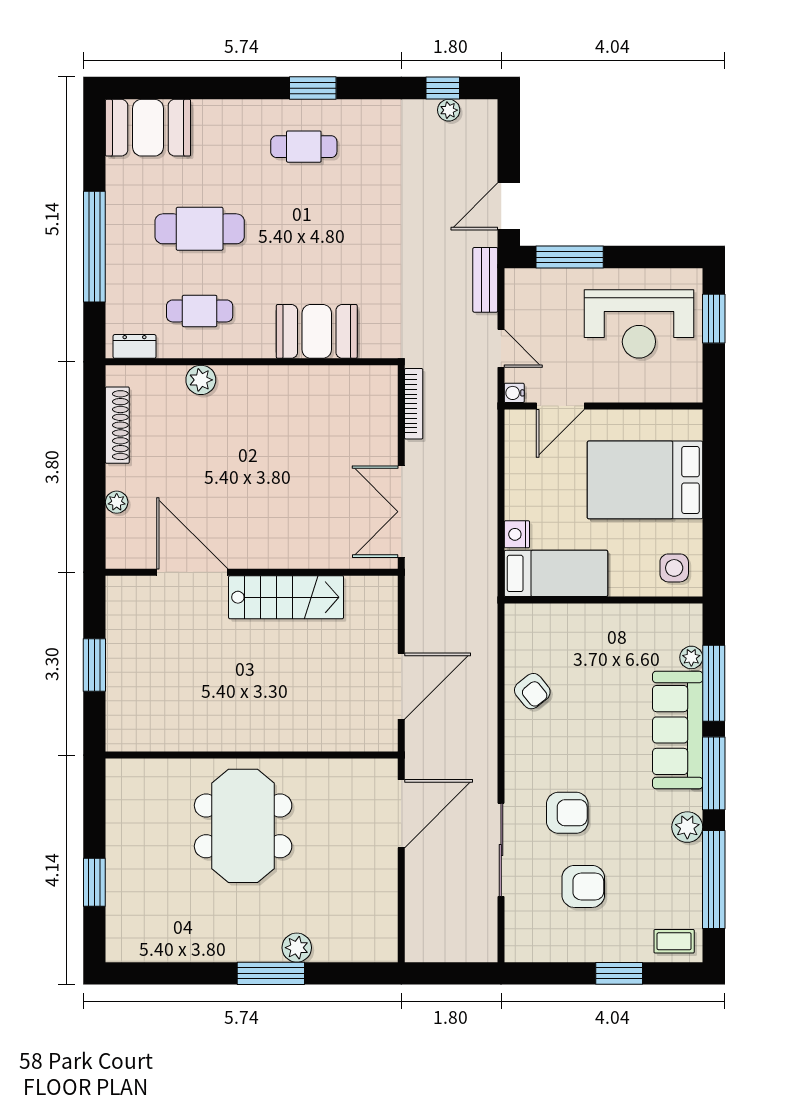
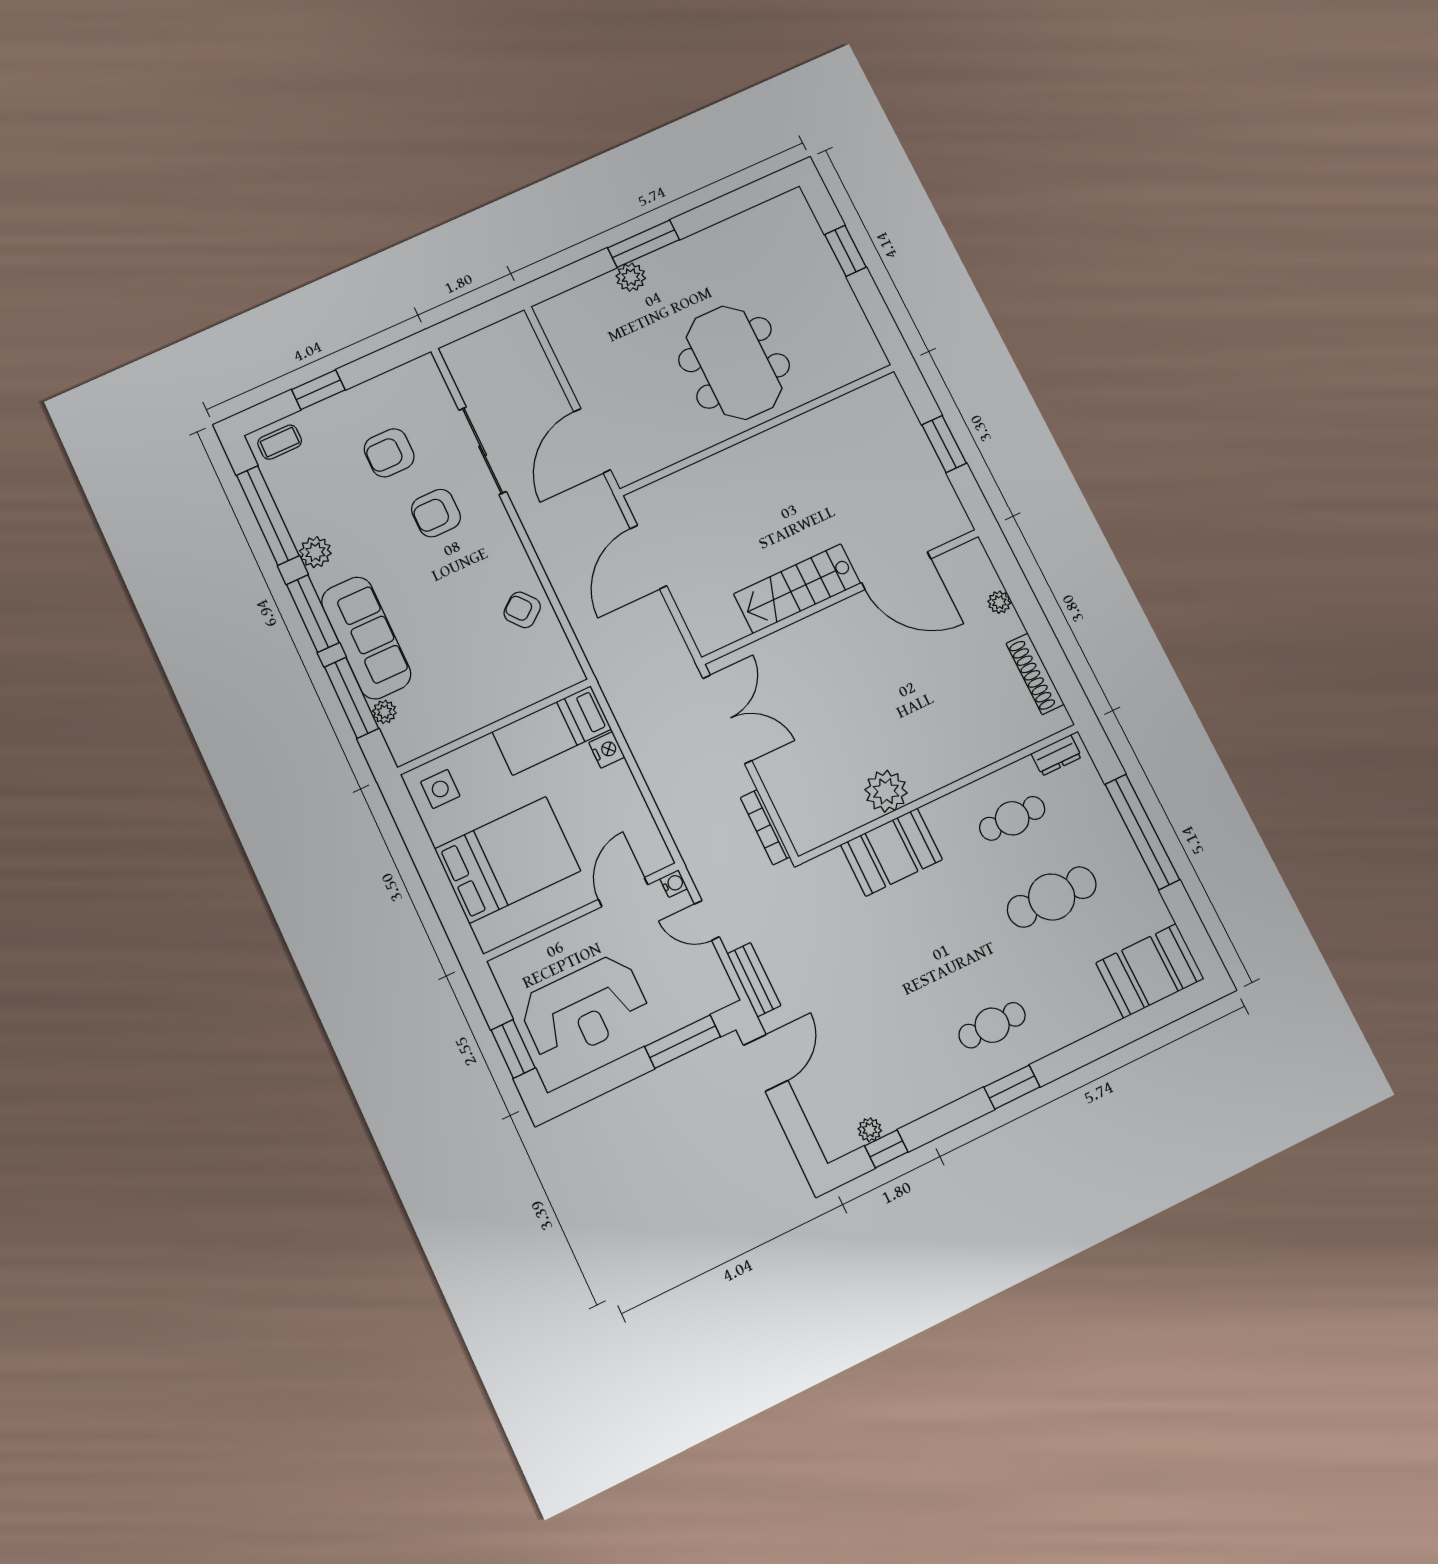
reception desk: (639, 324) -> (584, 1009), turned 180
plant: (201, 380) -> (886, 791), moved, width x1.36, depth x1.36

